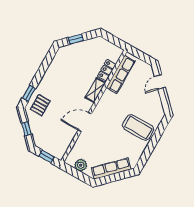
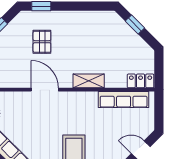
locker: (107, 70) -> (141, 81), moved
pallet: (40, 105) -> (42, 42), moved, turned 90

